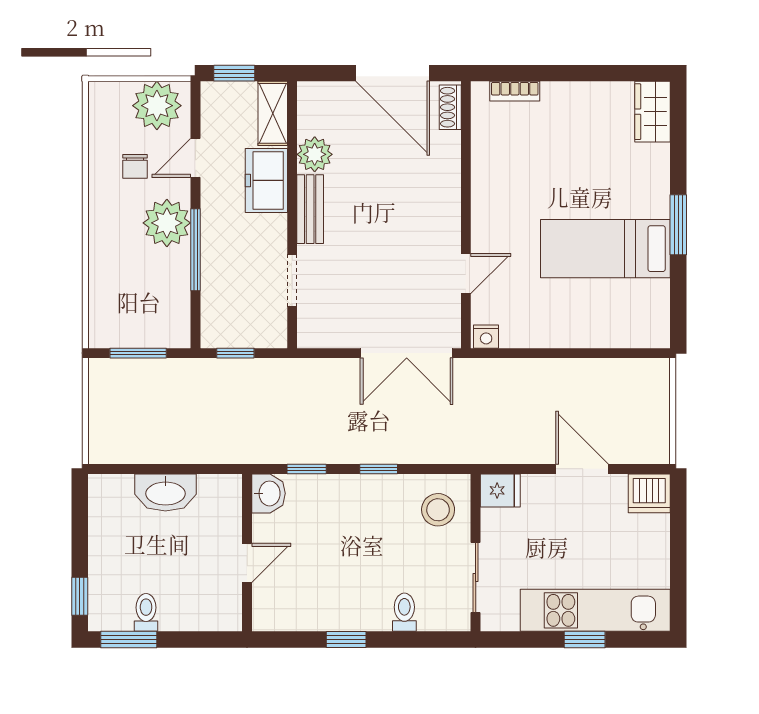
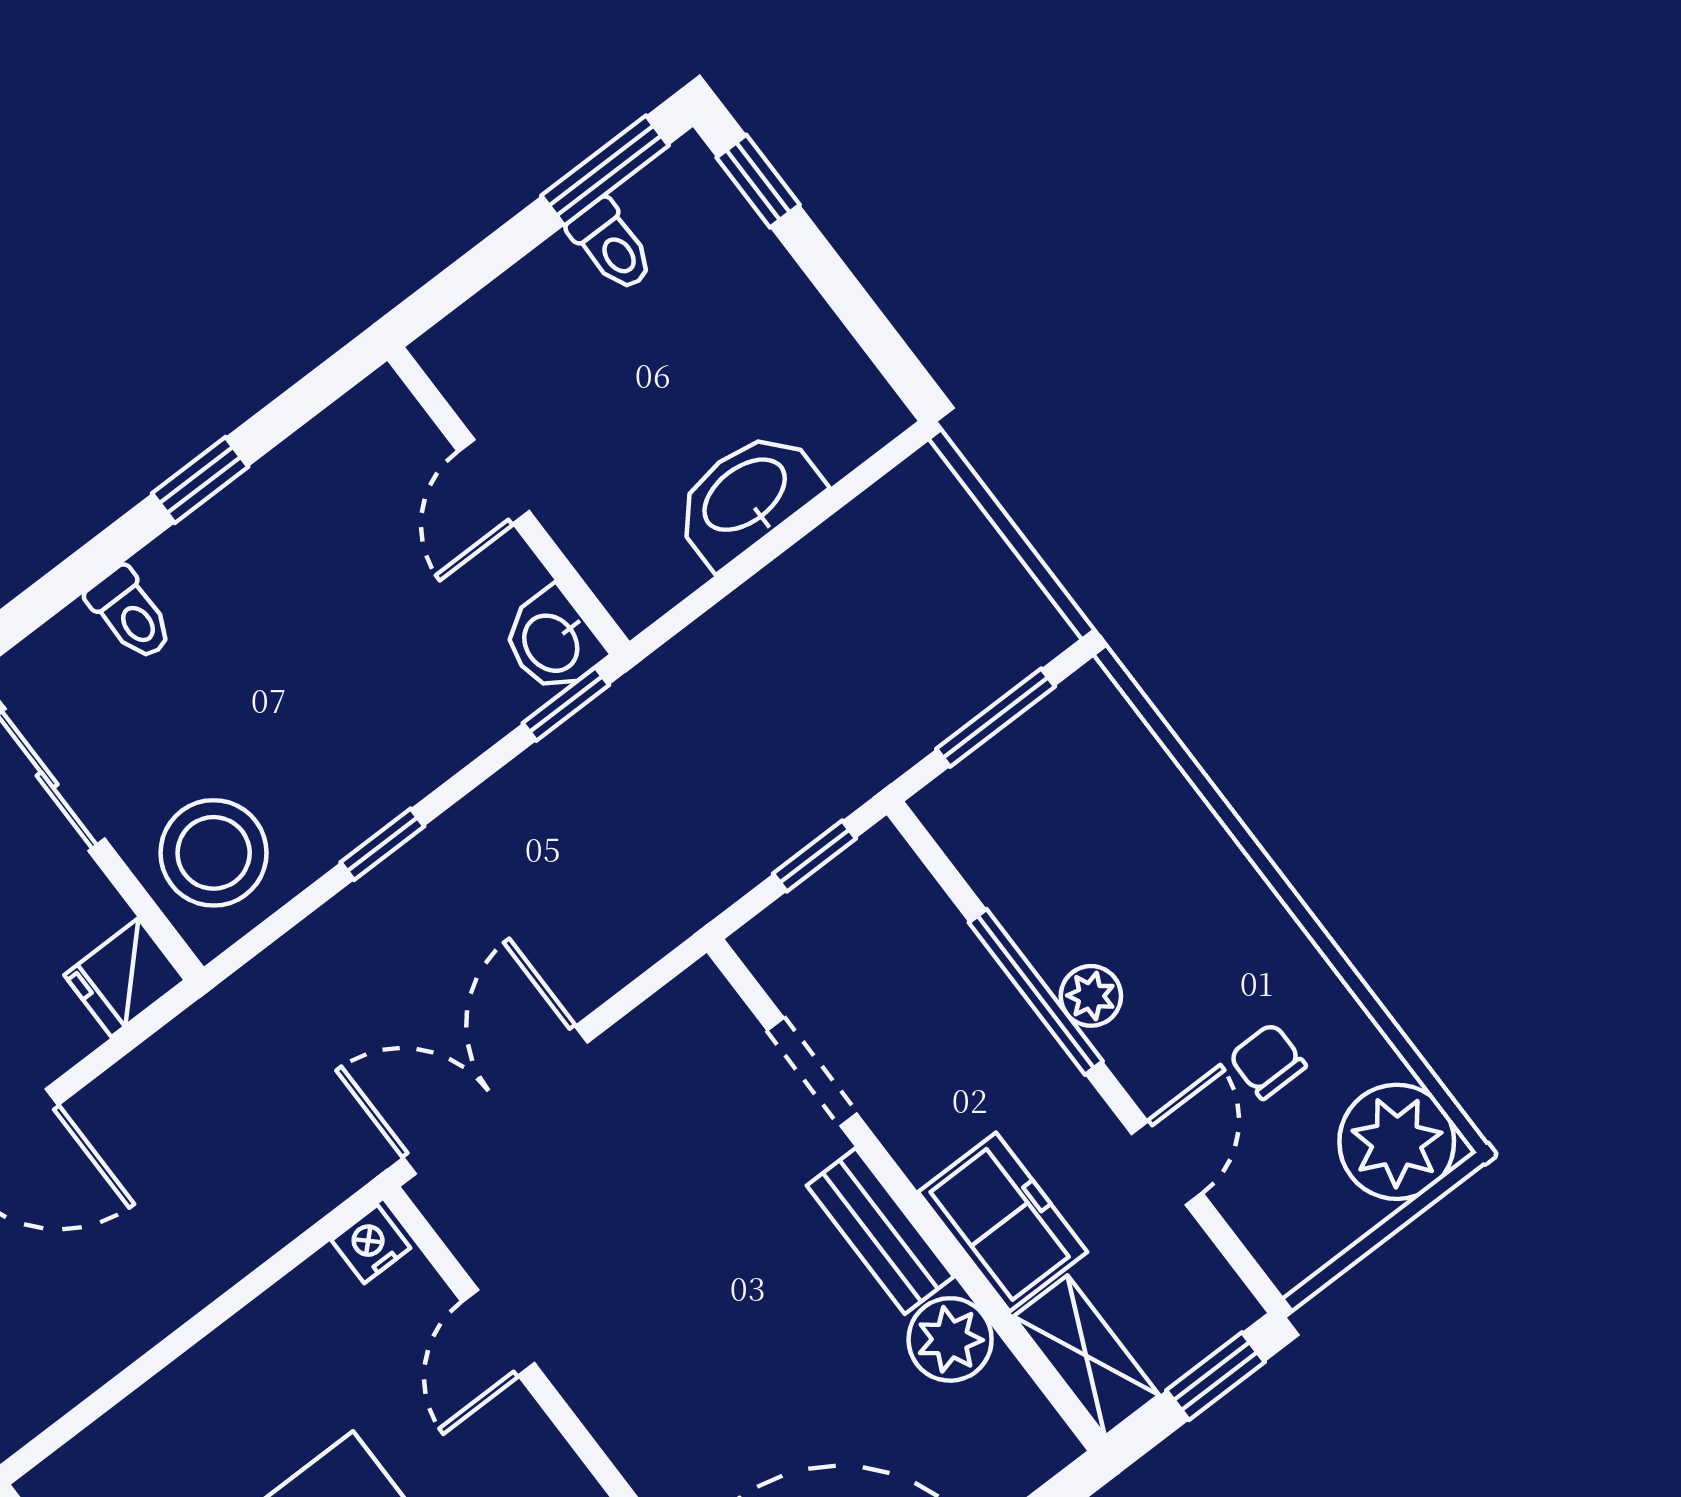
plant: (157, 106) -> (1397, 1142), moved
plant: (167, 223) -> (1091, 996), width x0.53, depth x0.53
window: (307, 469) -> (566, 704), moved
stool: (438, 510) -> (214, 853), width x1.38, depth x1.38

